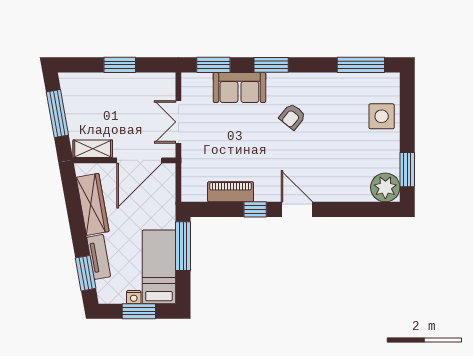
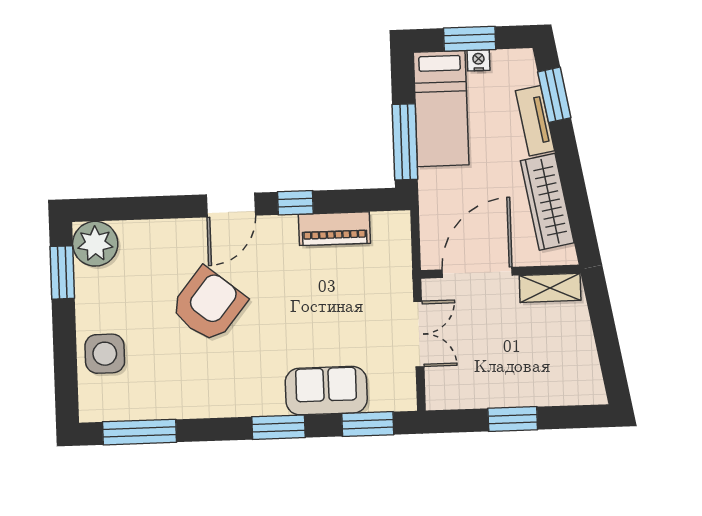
window: (57, 113) -> (607, 340), removed
armchair: (292, 117) -> (208, 305), moved, width x1.88, depth x1.88
door: (297, 209) -> (231, 205), hinge flipped

